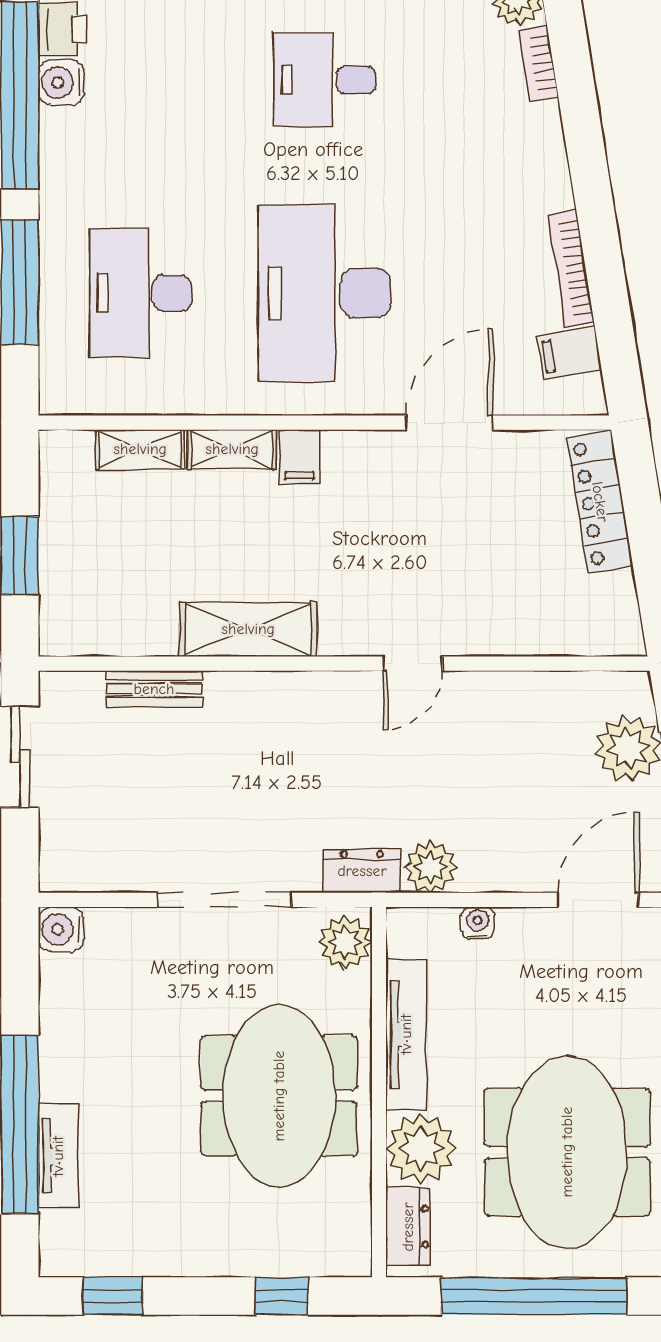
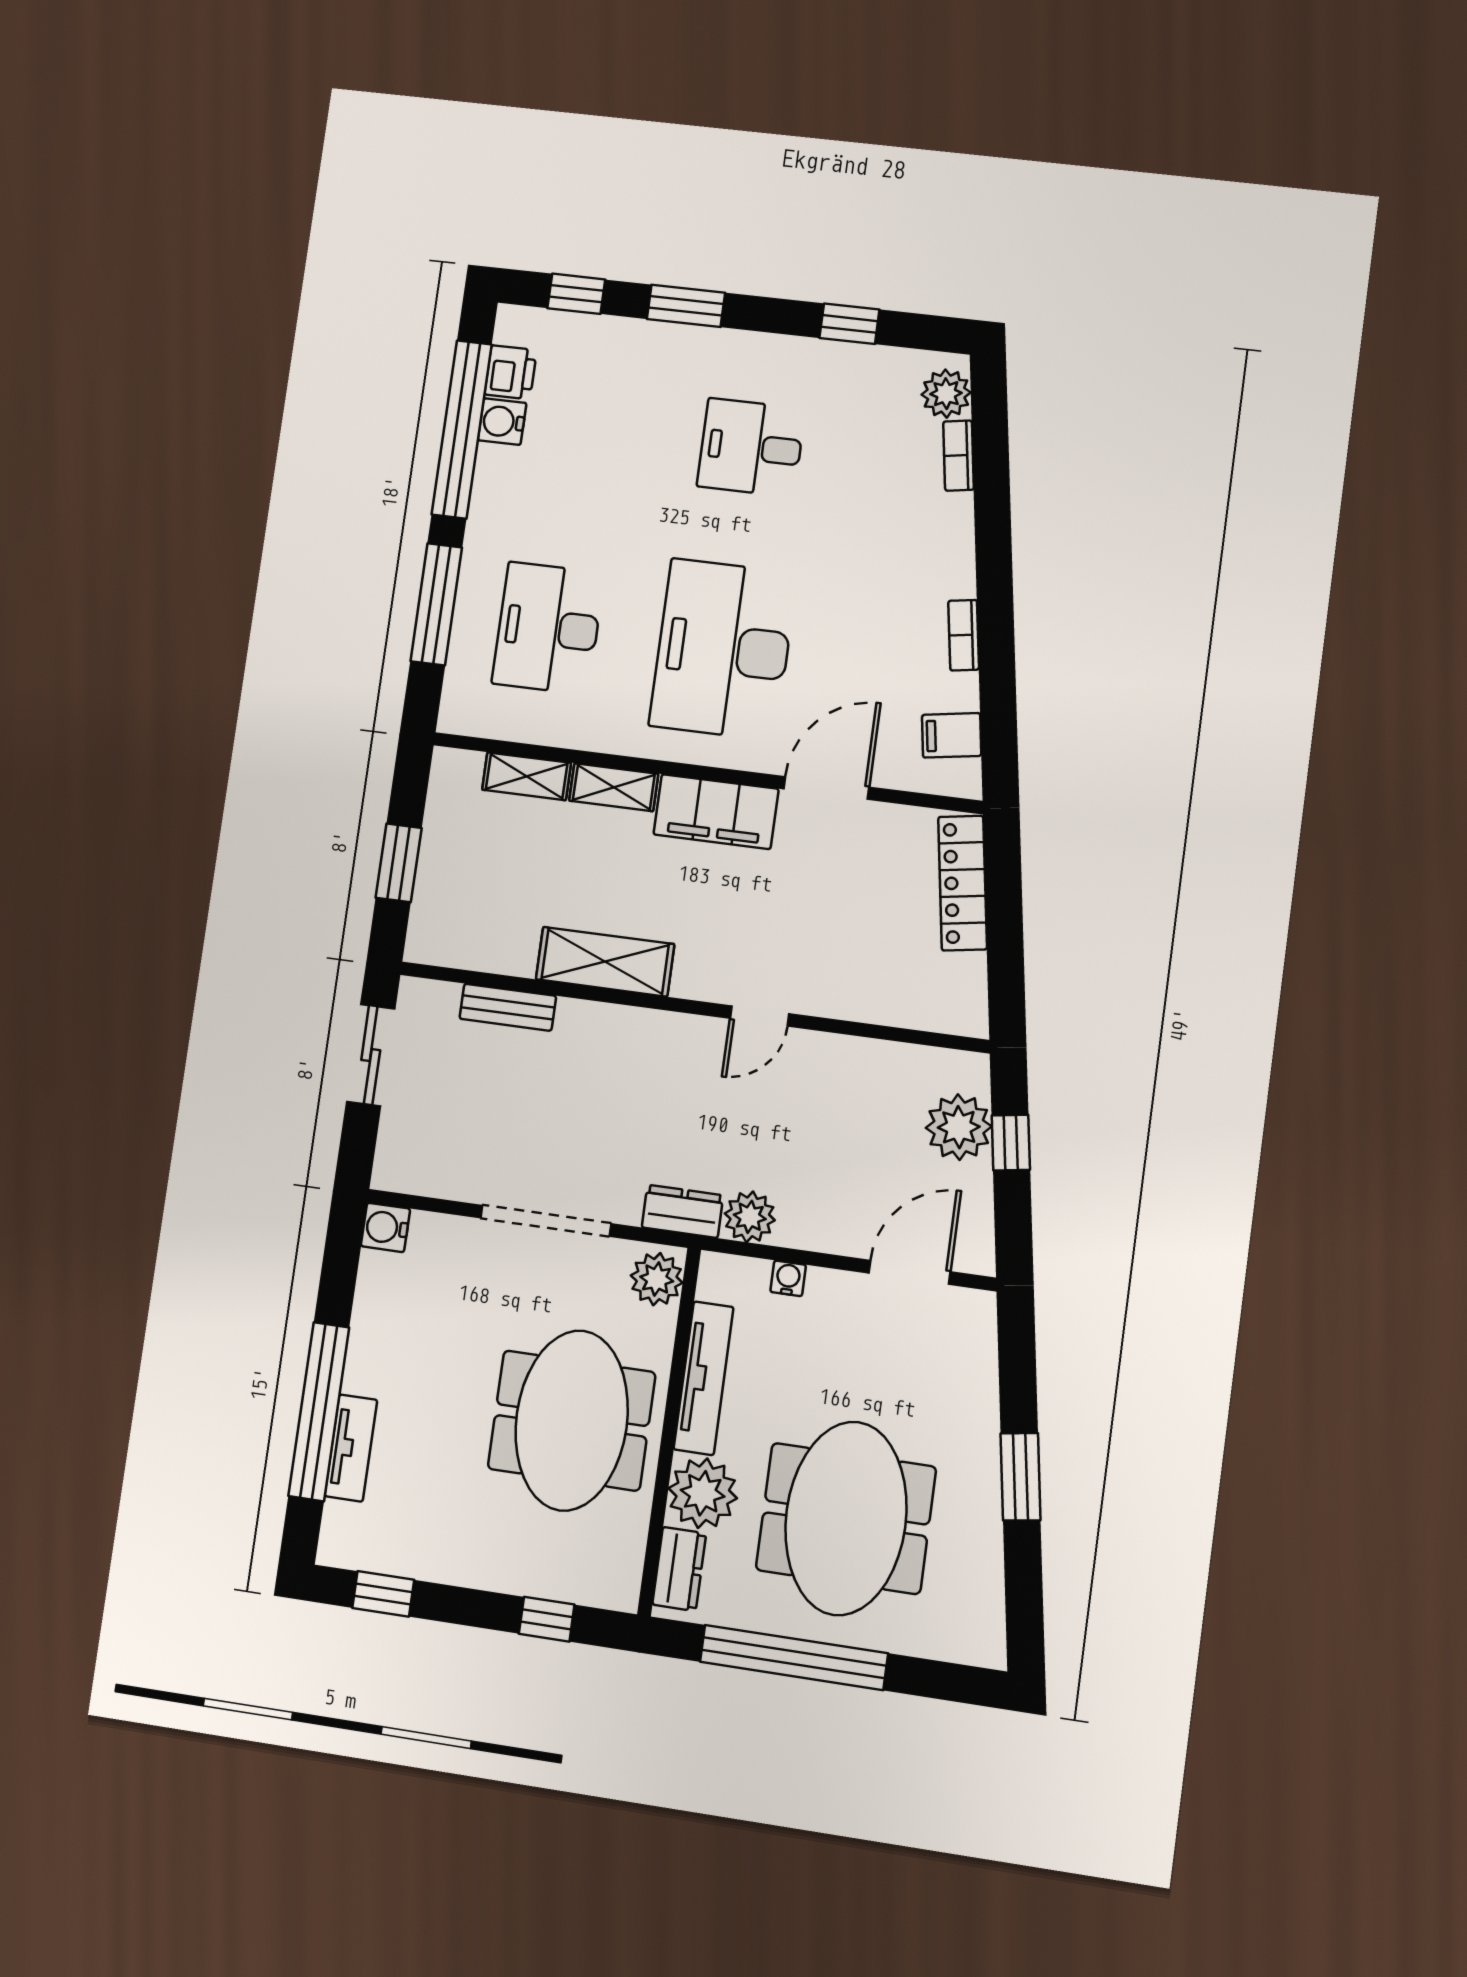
bookcase: (571, 269) -> (964, 635), width x0.64
filing cabinet: (299, 457) -> (716, 812), width x3.00, depth x1.17

